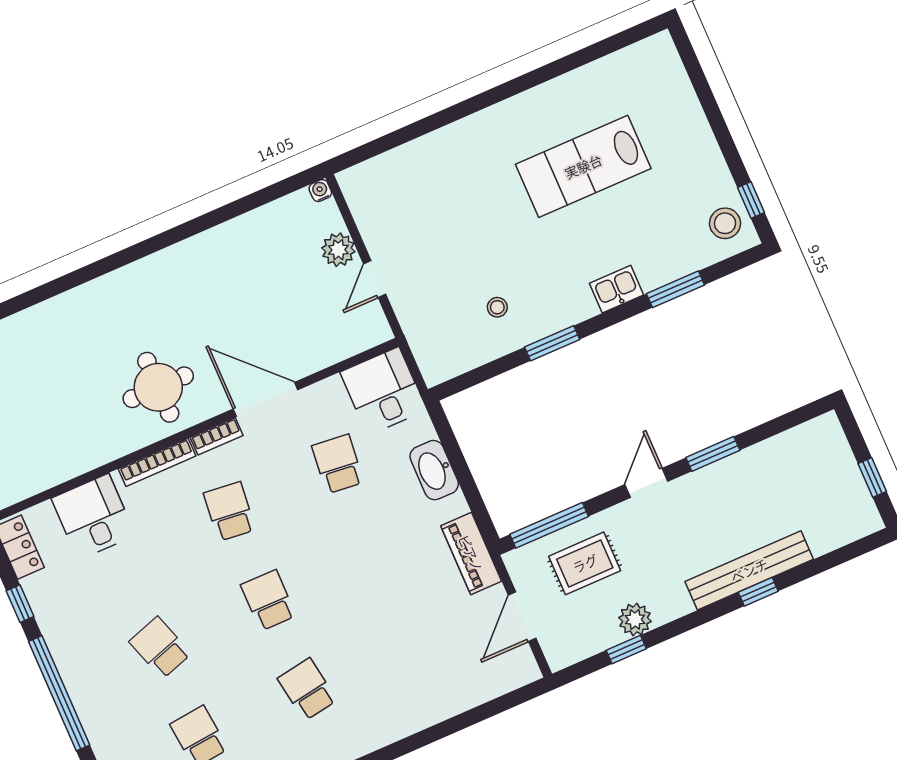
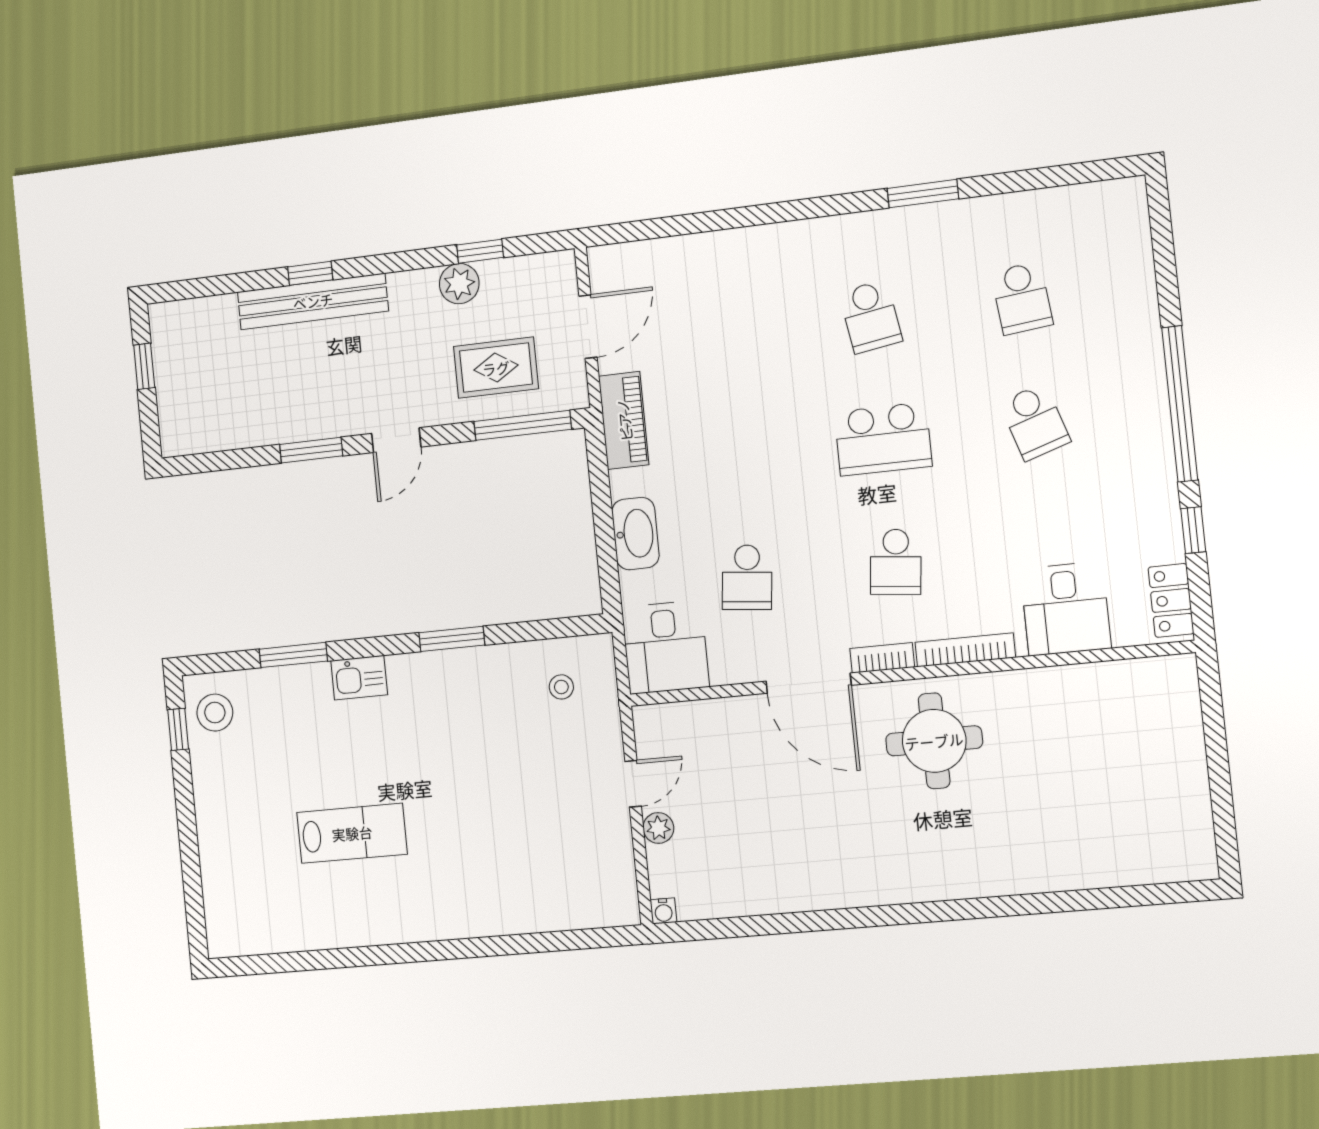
lab bench: (583, 166) -> (352, 833), width x0.73, depth x0.72
plant: (338, 250) -> (658, 828), width x0.73, depth x0.73
stool: (497, 307) -> (561, 687), moved
school desk: (268, 600) -> (883, 439), width x1.85

